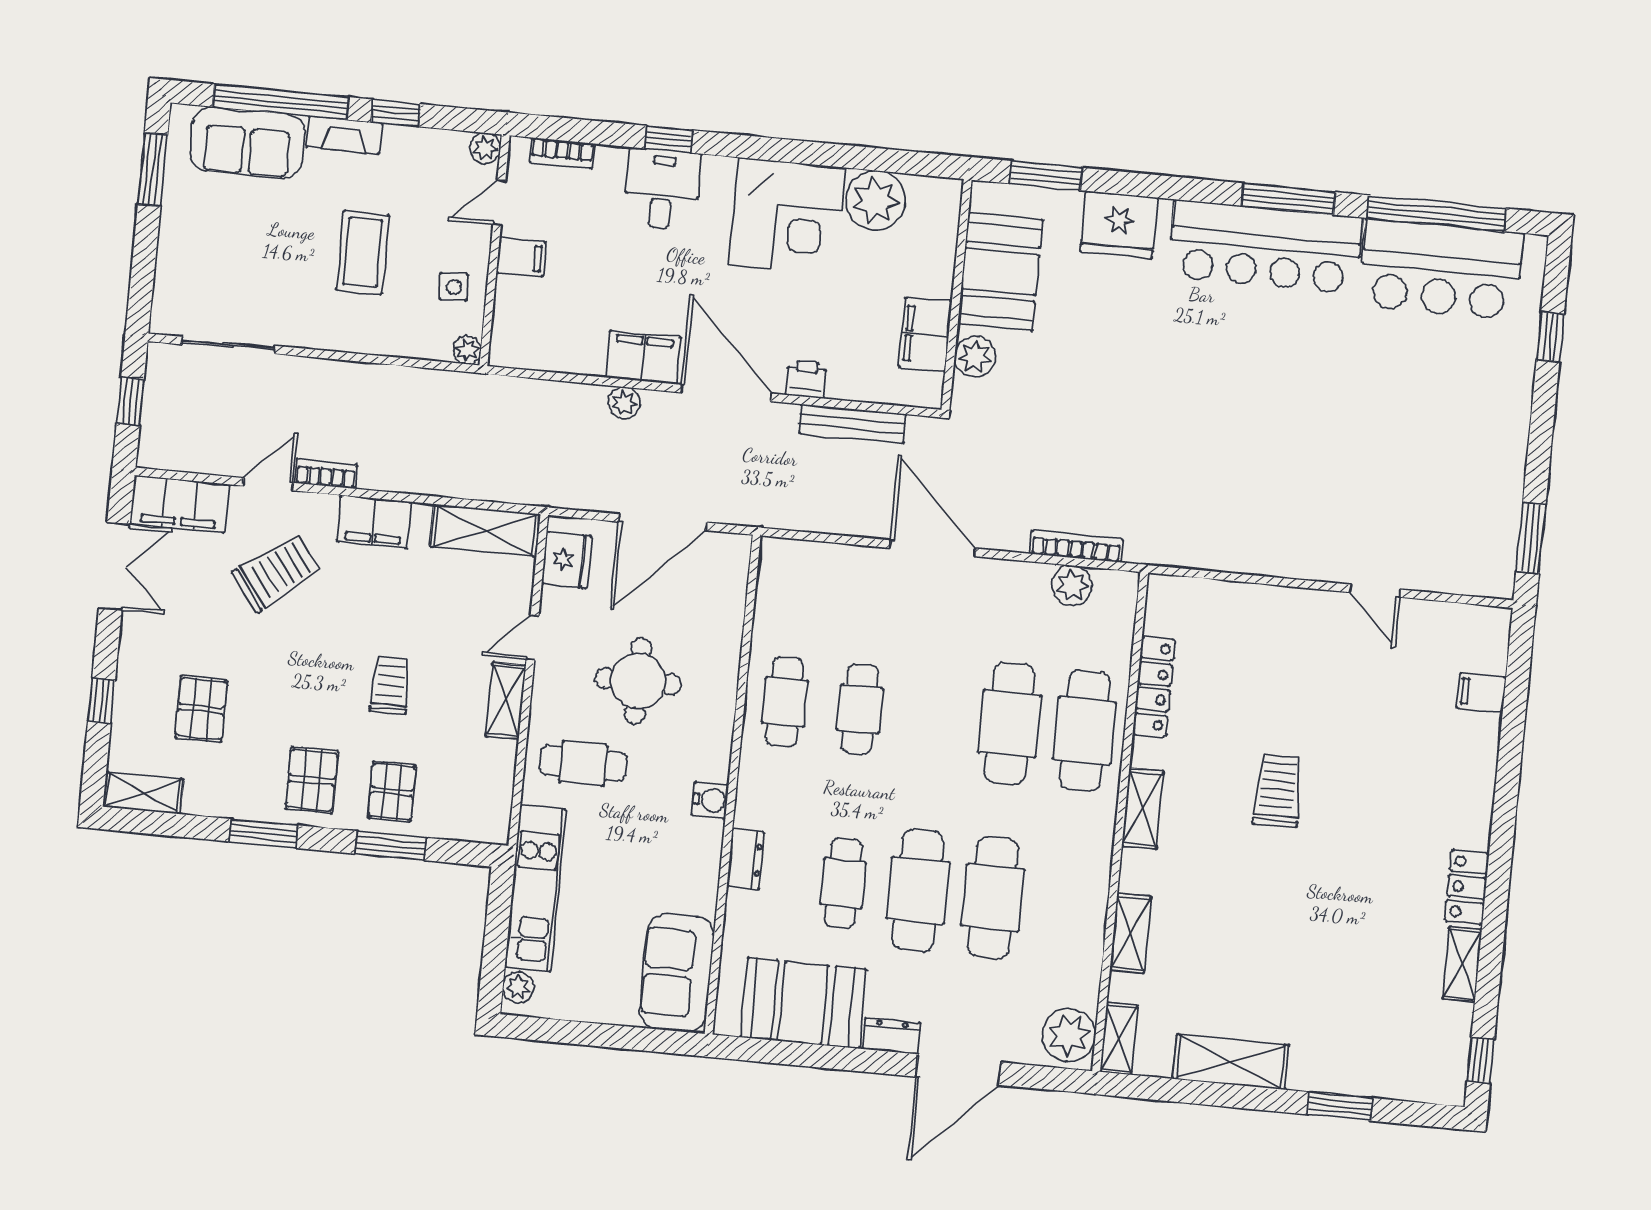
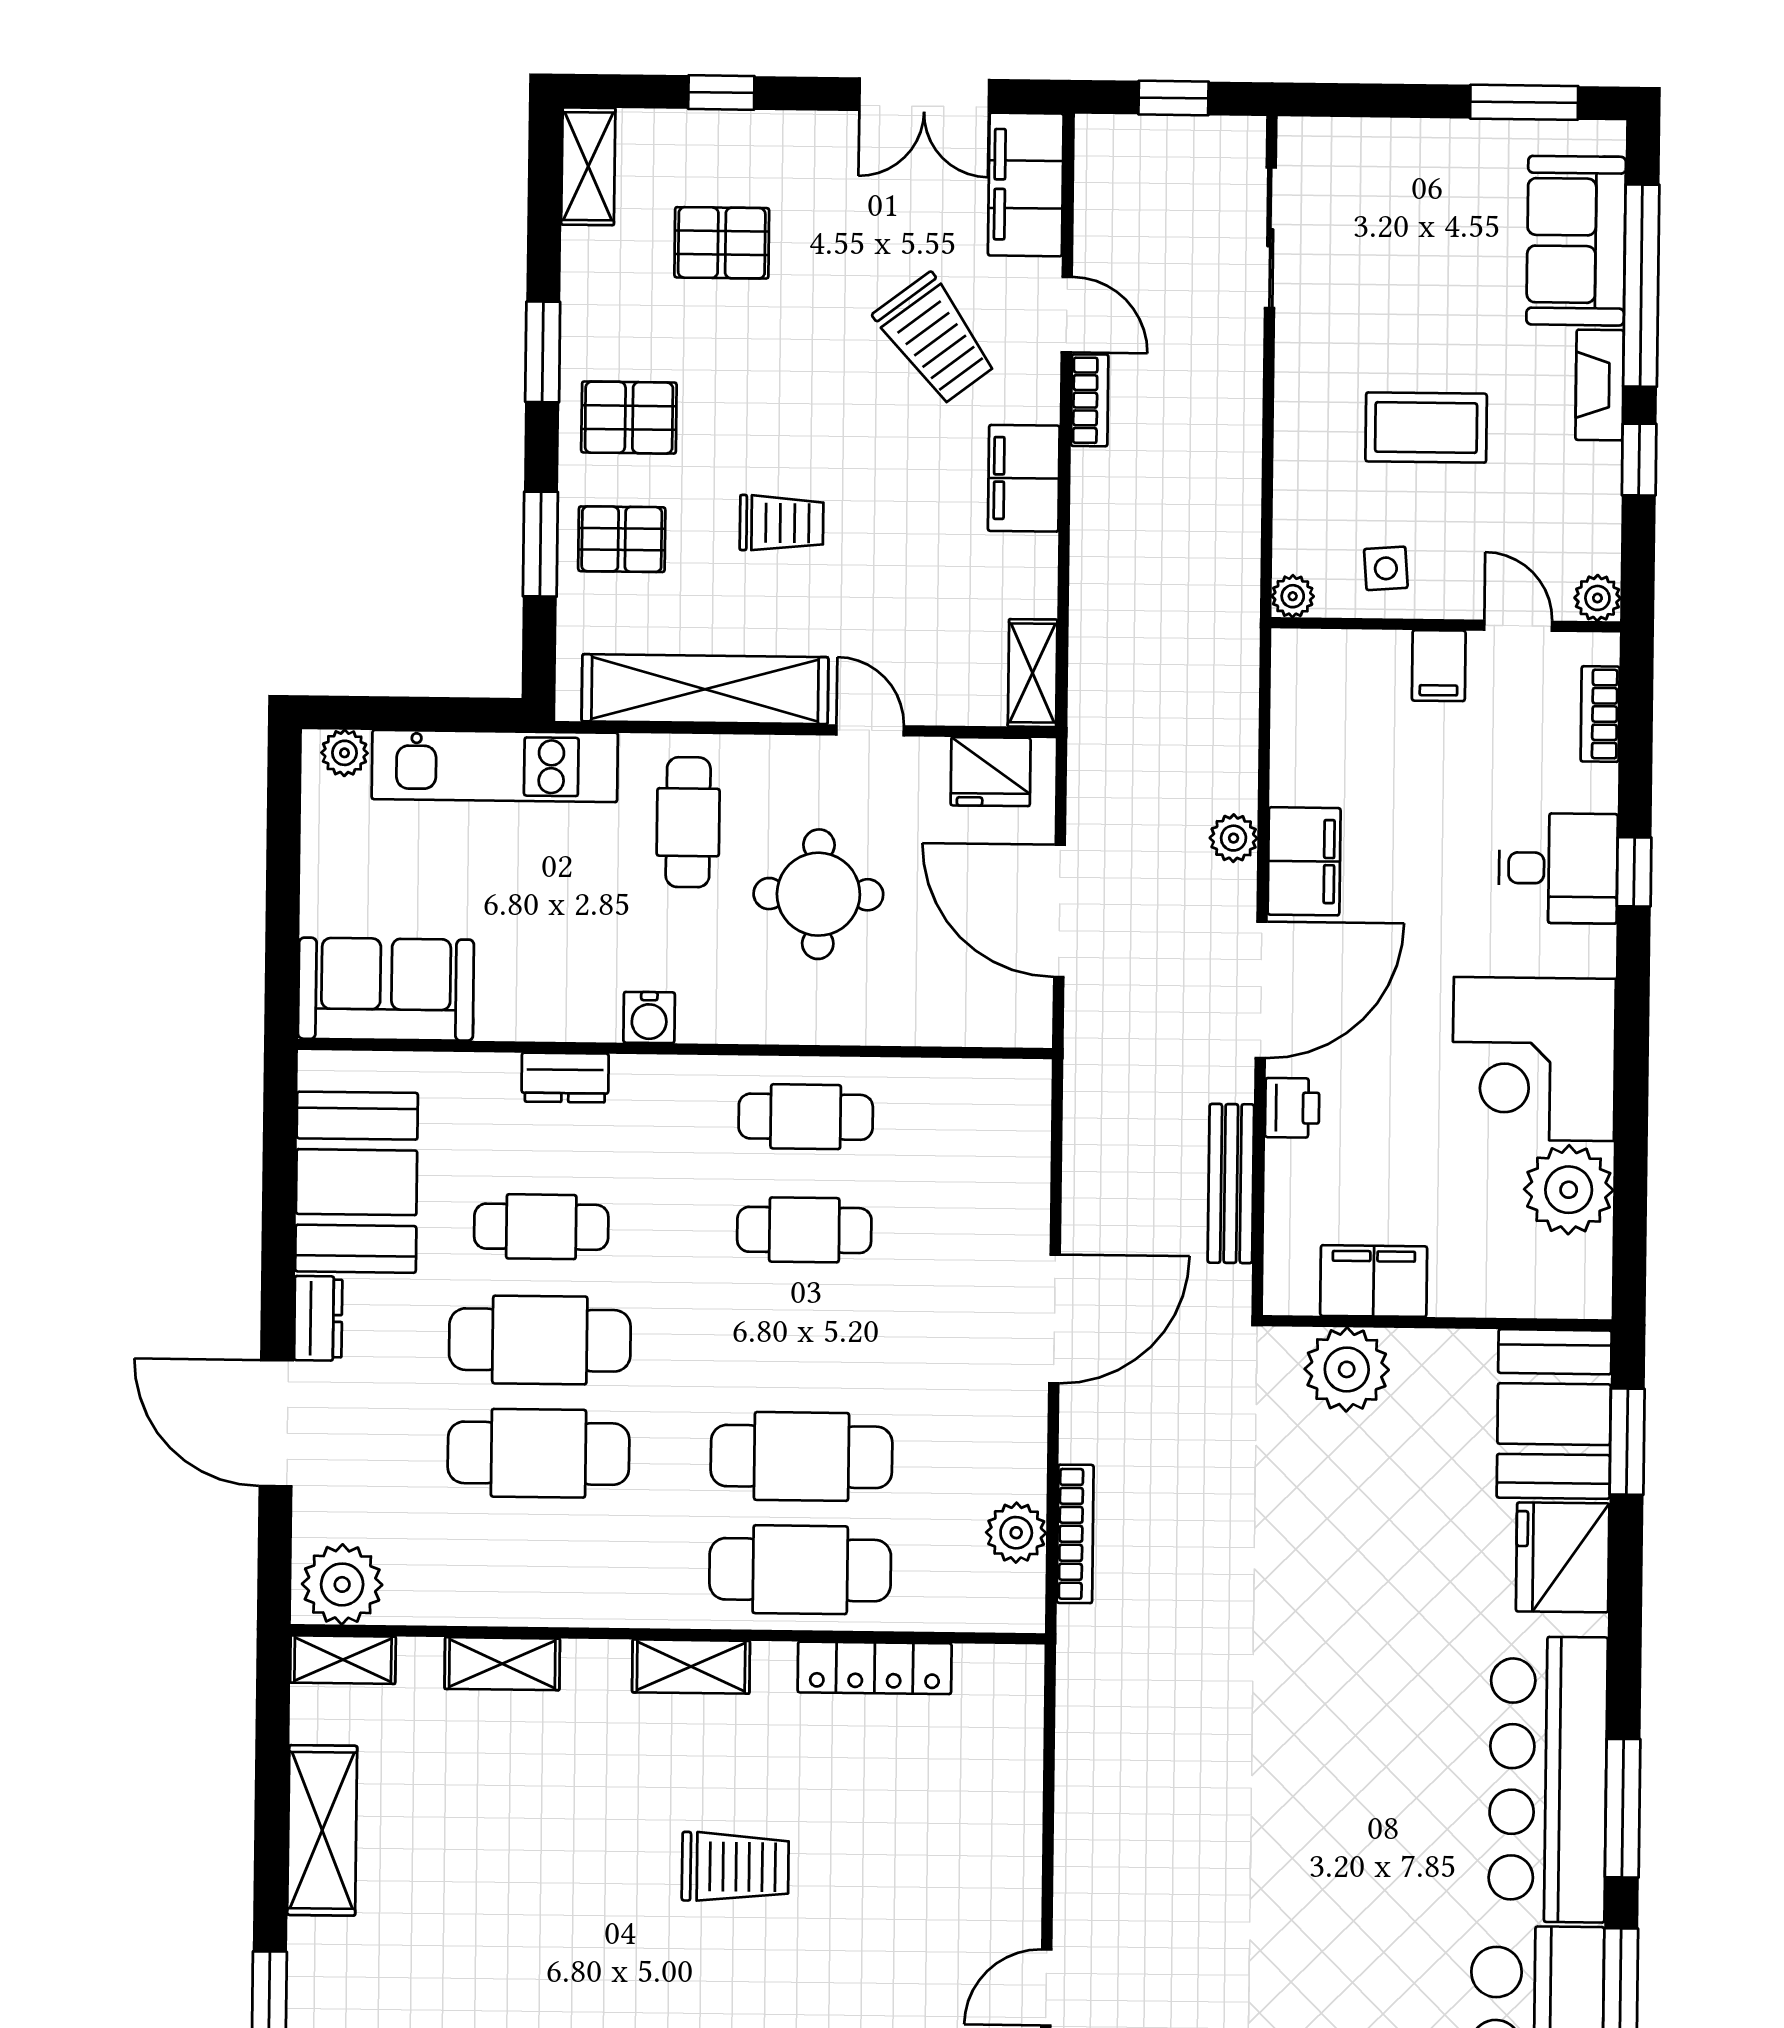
booth: (1000, 272) -> (1554, 1414), moved, turned 90
plant: (975, 357) -> (1347, 1369), width x1.36, depth x1.36
shelving: (485, 530) -> (1033, 673), width x0.67, depth x0.75
shelving: (506, 701) -> (705, 689), width x2.20, depth x1.33

